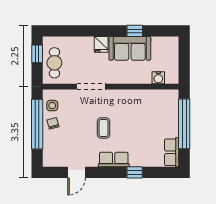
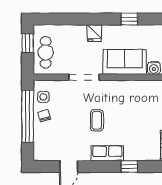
sofa: (130, 48) -> (125, 62), moved, turned 180

